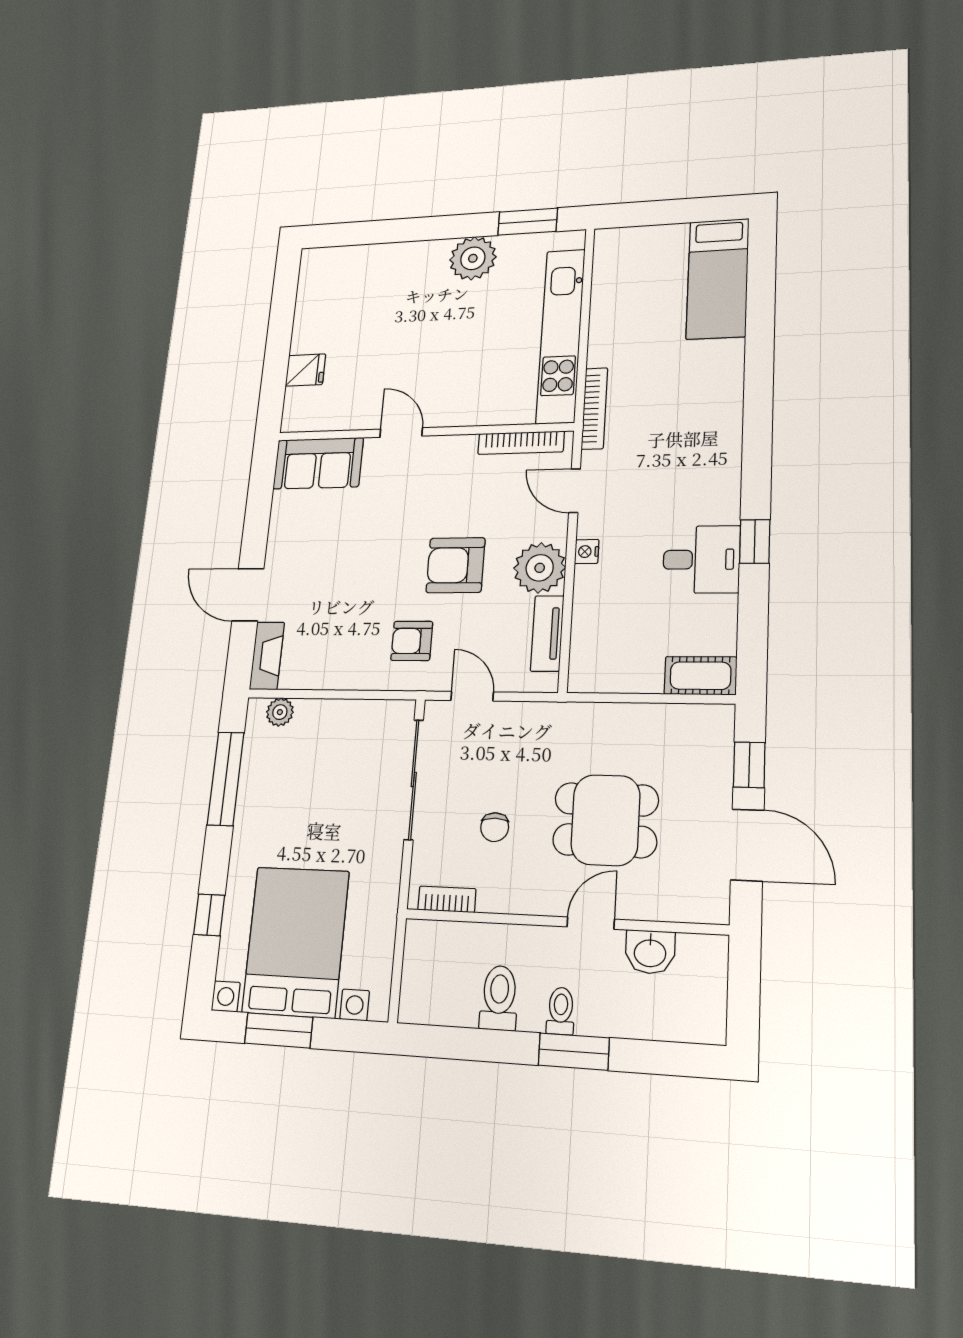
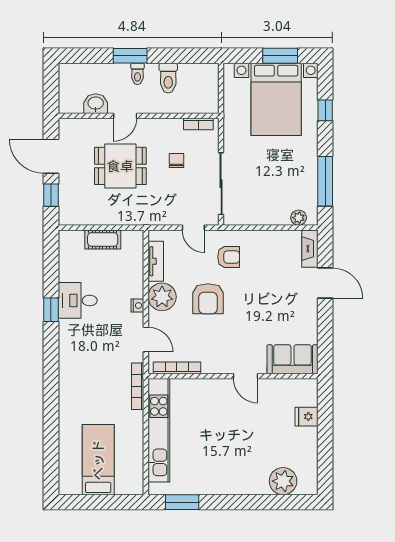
plant: (473, 258) -> (283, 481), moved
bed: (718, 279) -> (98, 460), moved
armchair: (456, 565) -> (208, 299), turned 90
cot: (700, 676) -> (103, 240), moved

